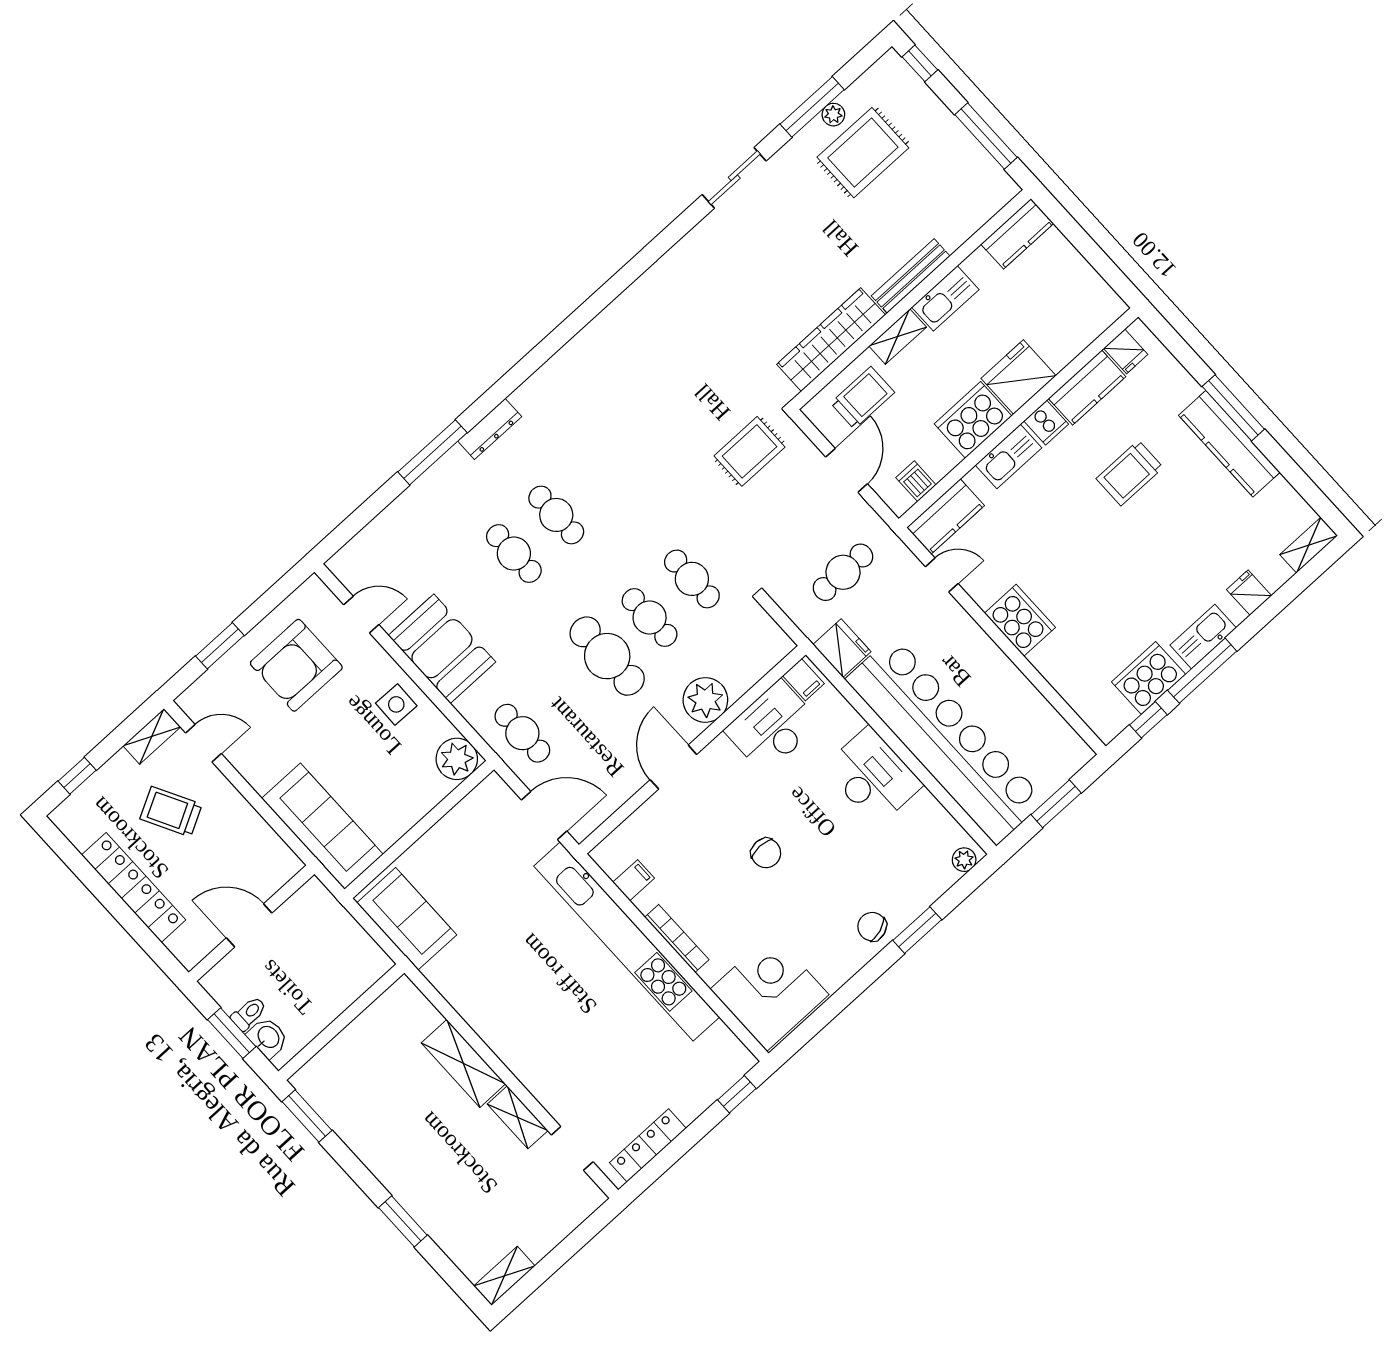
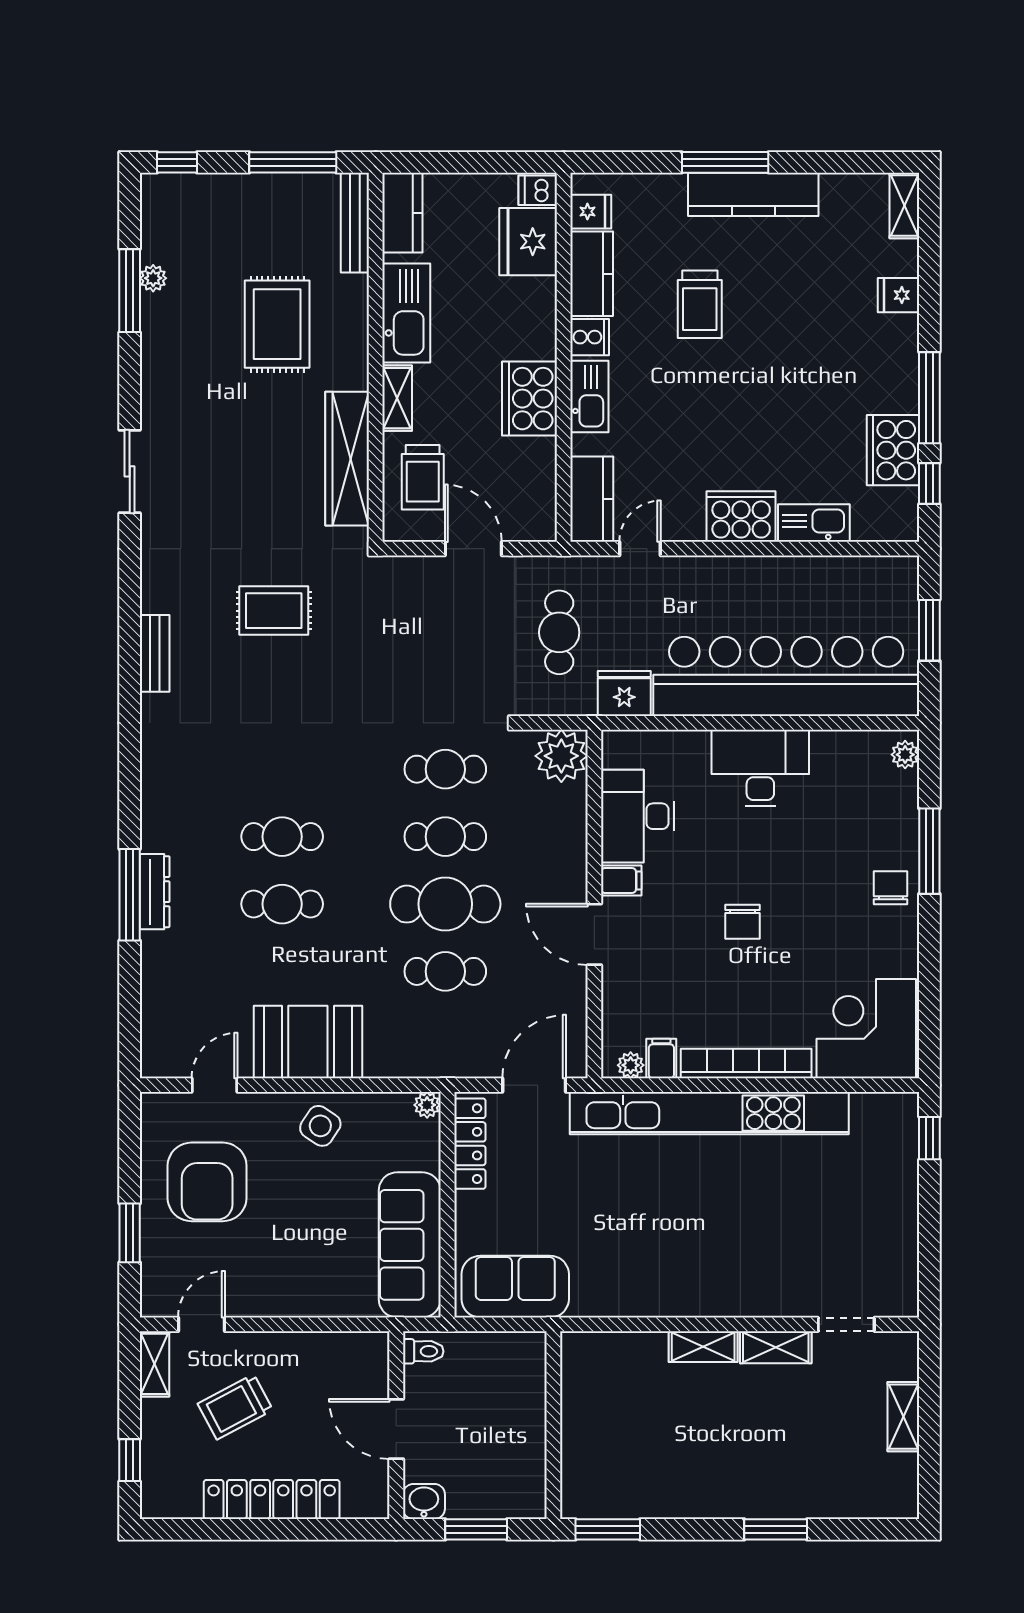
rug: (863, 153) -> (277, 324), moved
sliding door: (734, 178) -> (130, 471), moved
bench: (911, 276) -> (355, 223), moved
kitchen sink: (945, 298) -> (406, 313), width x1.36, depth x1.24
bench: (598, 330) -> (155, 653), added
fridge: (1019, 377) -> (528, 242), moved
trolley: (862, 398) -> (423, 477), turned 180
dresser: (490, 429) -> (155, 892), moved
rug: (750, 451) -> (274, 611), moved, turned 90
dishwasher: (916, 481) -> (538, 190), moved
kitchen sink: (1203, 636) -> (814, 523), moved, turned 90
filing cabinet: (803, 680) -> (621, 880), moved
plant: (705, 700) -> (561, 756), moved
side table: (396, 704) -> (320, 1126), turned 32
cafe table: (522, 733) -> (445, 971), moved
plant: (457, 759) -> (427, 1105), width x0.53, depth x0.53
sofa: (322, 826) -> (410, 1245), moved, turned -90
chair: (766, 853) -> (742, 922), turned 90
plant: (612, 865) -> (631, 1065), added
door: (249, 925) -> (396, 1429), hinge flipped
chair: (872, 927) -> (891, 888), turned 109
window: (917, 930) -> (929, 851), width x1.44
bookcase: (677, 938) -> (746, 1064), width x1.48, depth x1.31
toilet: (249, 1013) -> (423, 1351), moved, turned 90
washbasin: (268, 1038) -> (424, 1501), moved
shelving: (463, 1063) -> (703, 1347), width x0.67, depth x0.75
locker: (648, 1145) -> (470, 1144), moved, turned 180
shelving: (504, 1276) -> (903, 1417), moved

